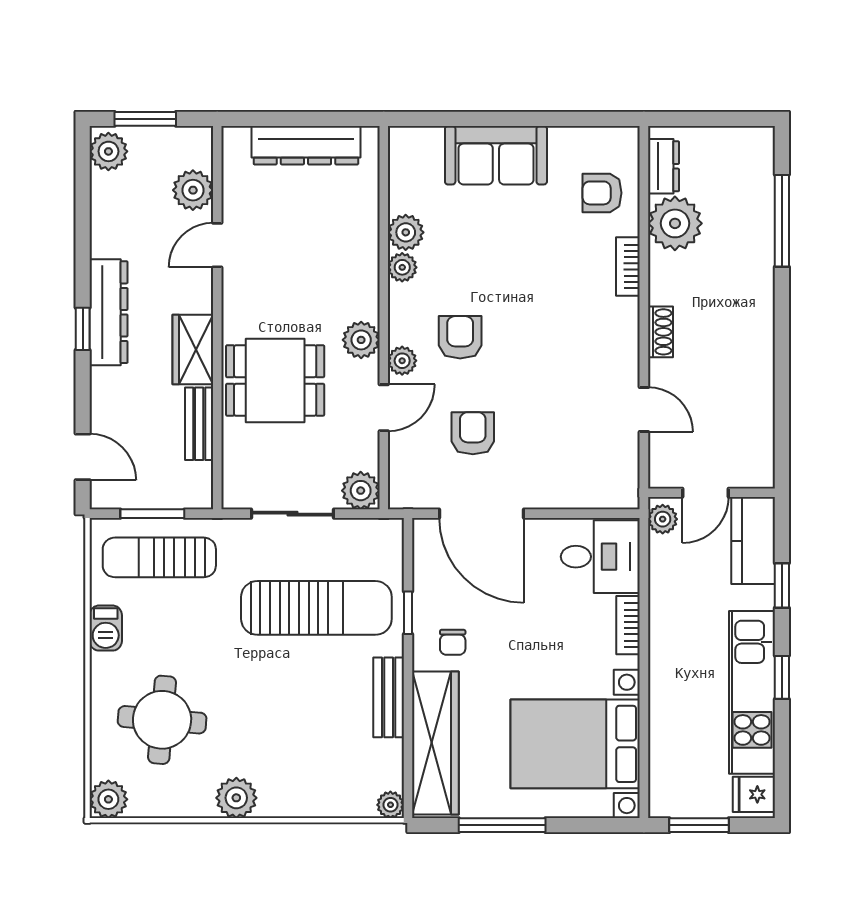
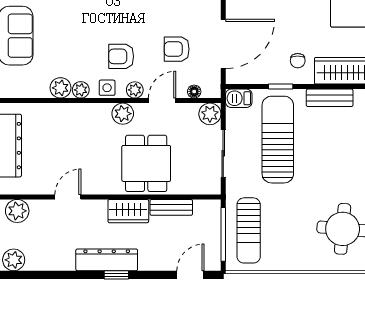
plant: (193, 190) -> (17, 211), moved
door: (217, 245) -> (68, 197), swing flipped
side table: (406, 313) -> (107, 88), added
door: (384, 408) -> (162, 101), hinge flipped
floor lamp: (399, 463) -> (194, 92), added
window: (152, 514) -> (223, 234), width x1.44
barbecue: (106, 628) -> (239, 98), moved, turned 180
chair: (453, 642) -> (298, 61), turned 90

